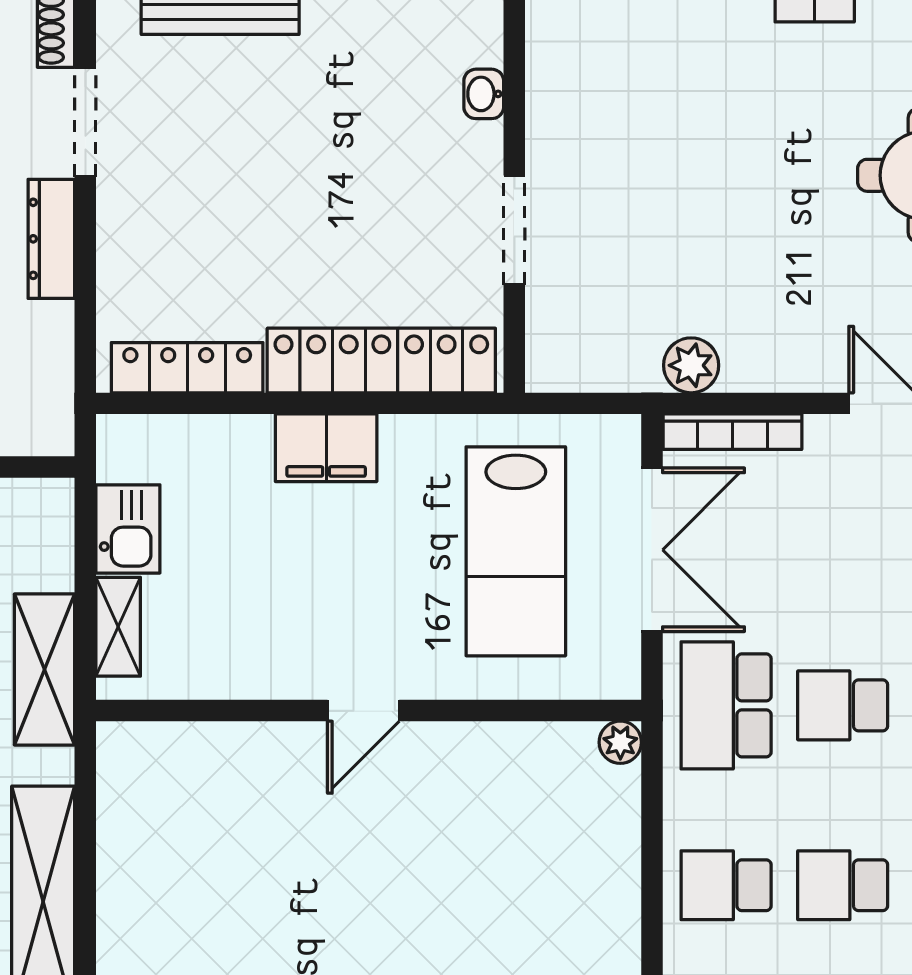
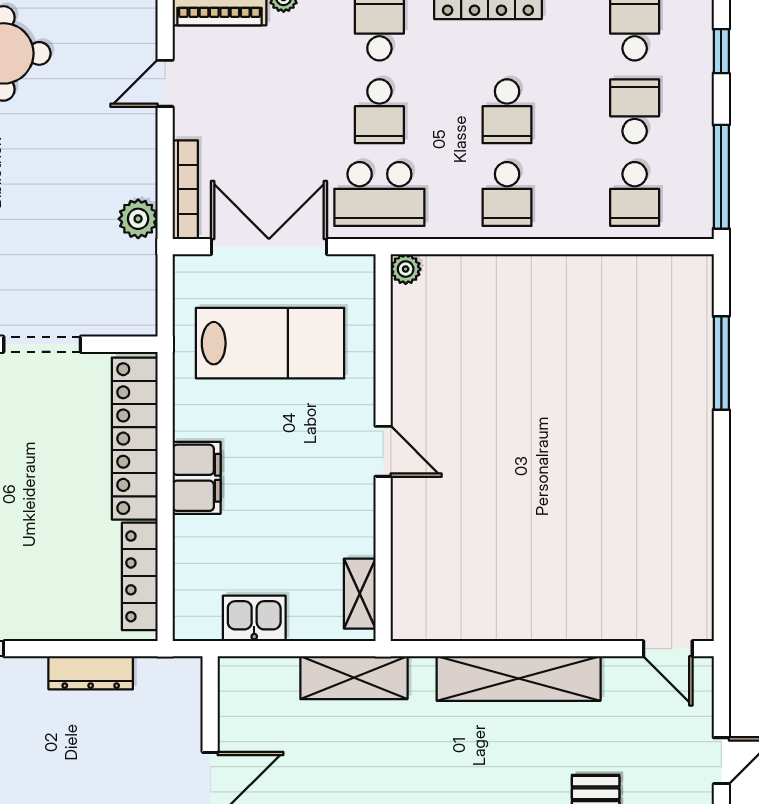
dresser: (51, 239) -> (91, 673), moved
shelving: (118, 627) -> (360, 594), moved, turned 90

